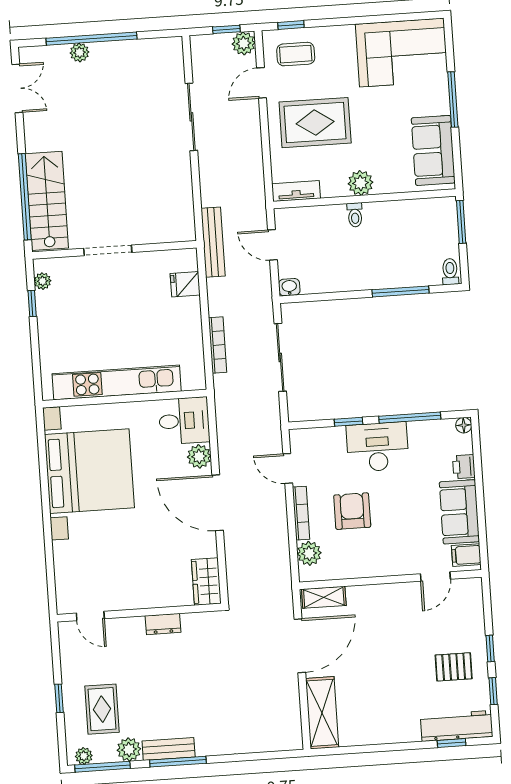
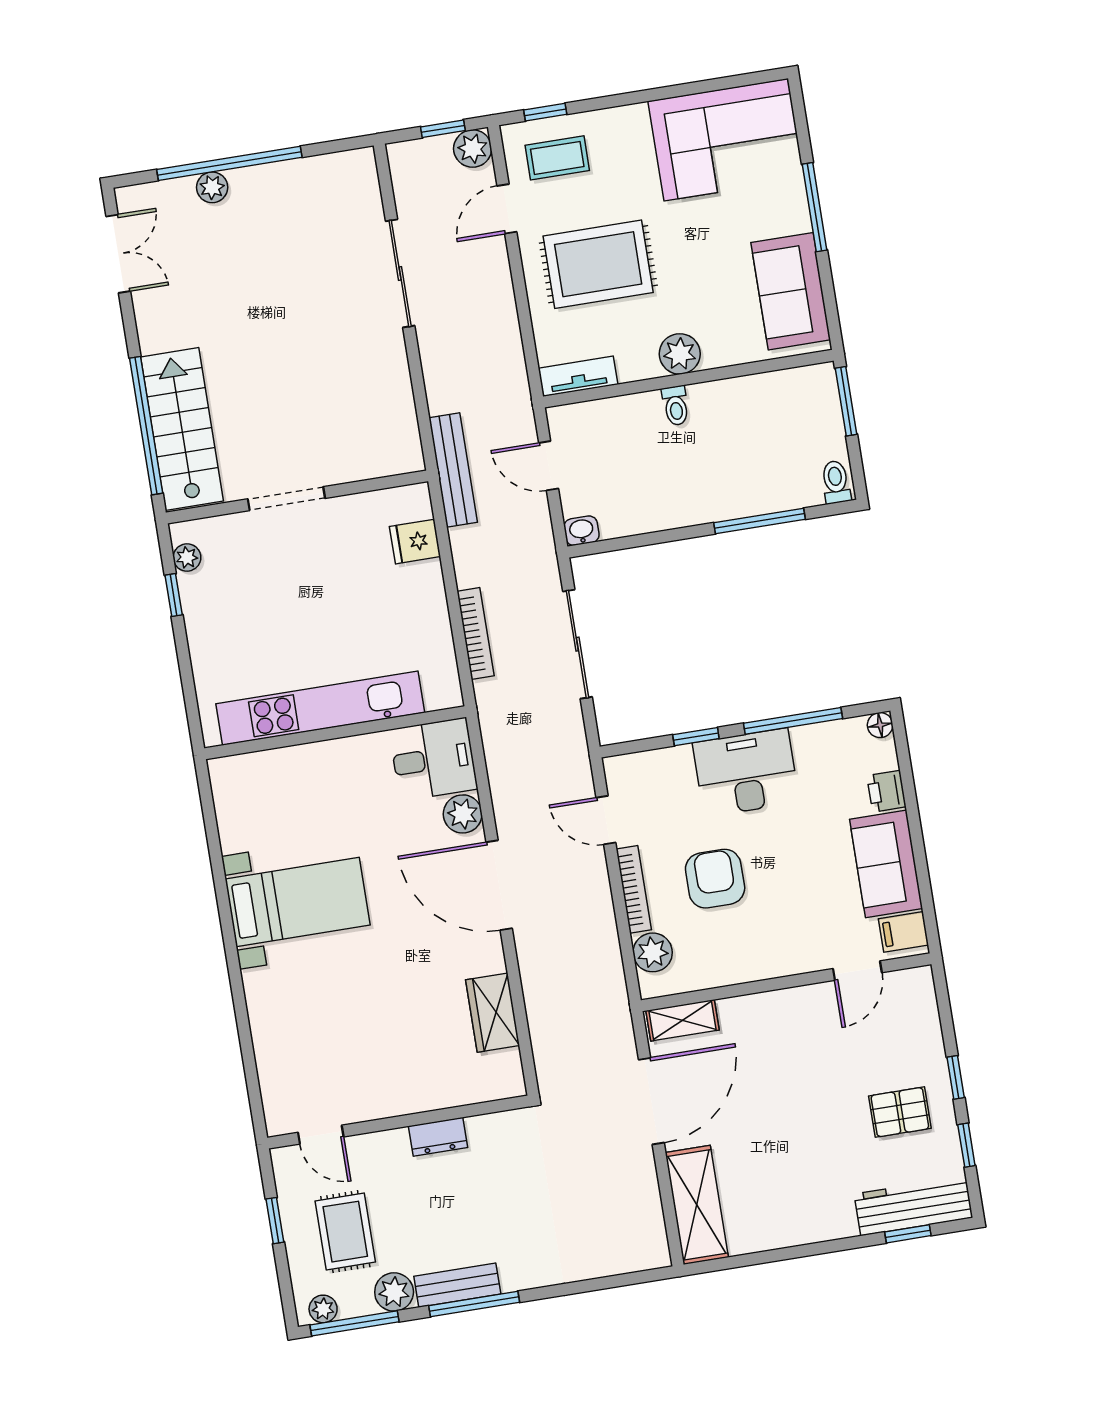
bed with nightstands: (89, 471) -> (298, 902), width x0.54
wall: (139, 613) -> (398, 1122), moved
door: (90, 616) -> (321, 1135), moved
dresser: (163, 624) -> (438, 1137), moved

